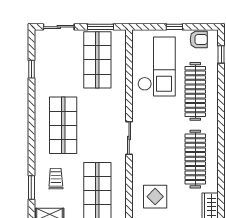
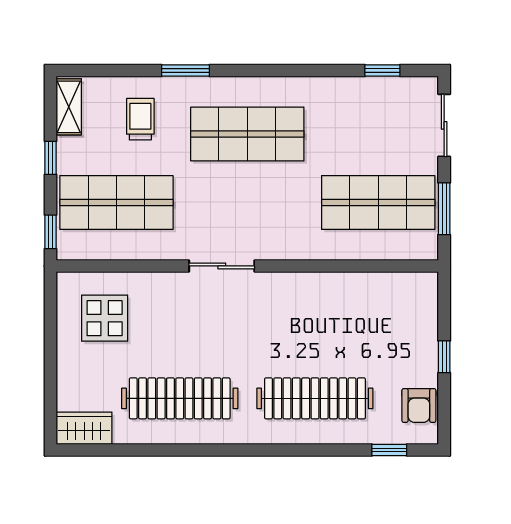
checkout: (157, 67) -> (365, 321), removed
window: (31, 69) -> (382, 71), moved
trolley: (56, 179) -> (140, 119), turned -89
window: (31, 187) -> (185, 71), moved

